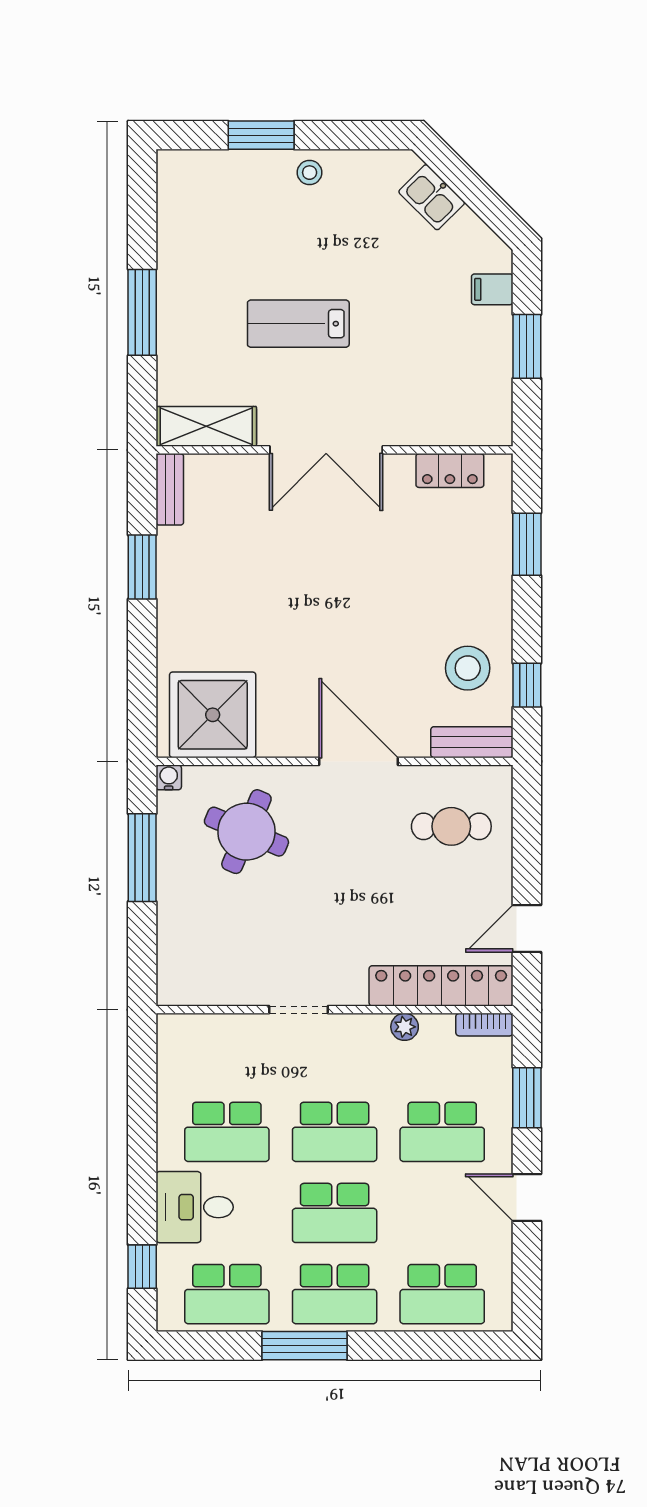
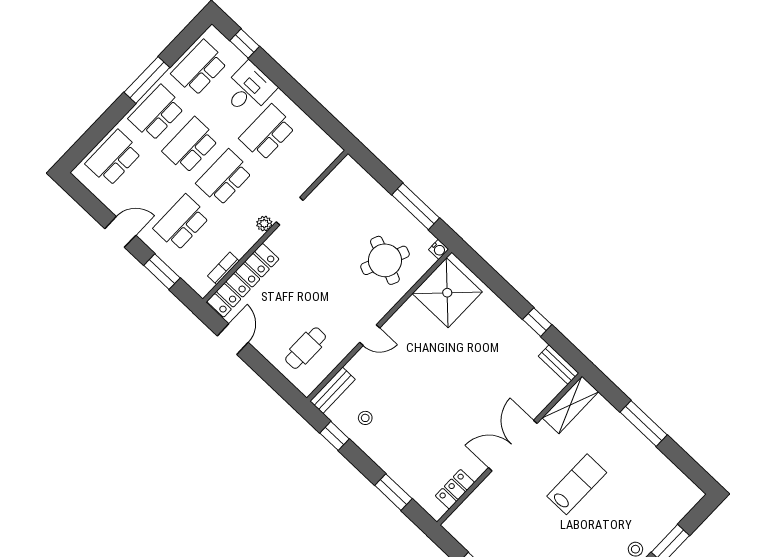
window: (142, 567) -> (537, 322), width x0.67
stool: (468, 668) -> (365, 418), width x0.53, depth x0.53
door: (358, 761) -> (370, 335), width x0.53
bookcase: (484, 1025) -> (223, 268), moved
plant: (405, 1027) -> (264, 224), moved

